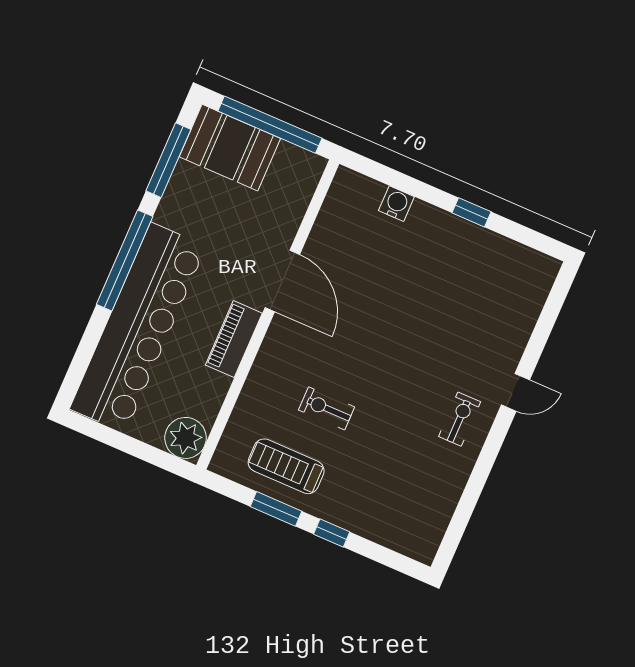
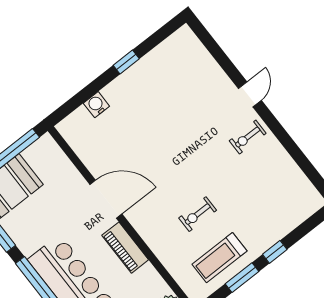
exercise bike: (460, 419) -> (248, 137), turned -90

